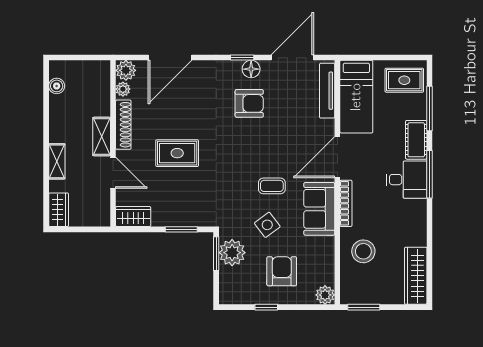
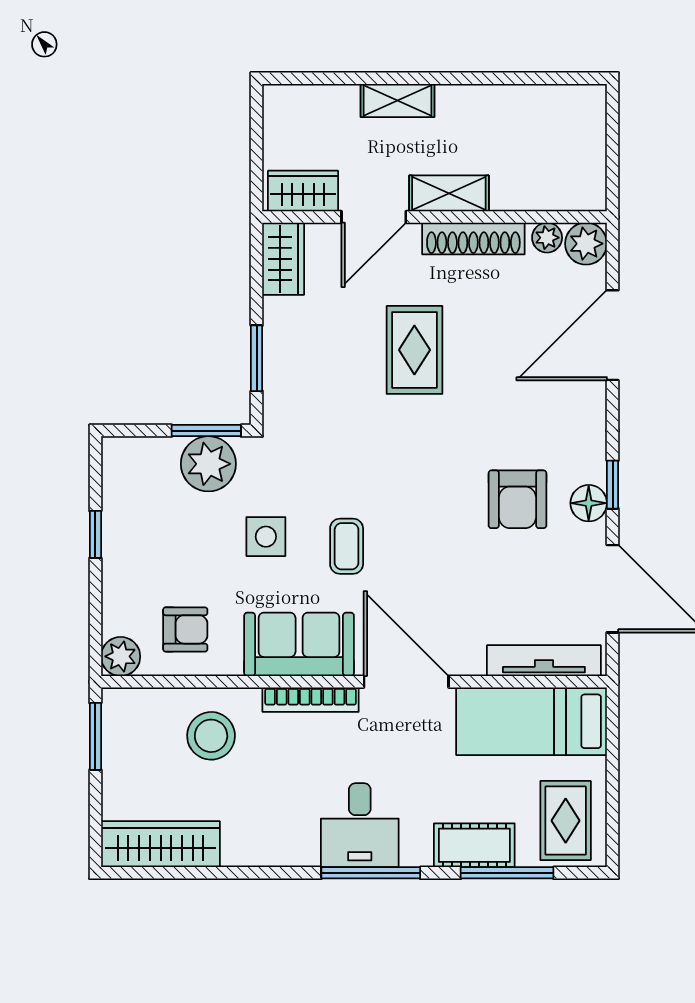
door: (170, 58) -> (613, 335), hinge flipped
boiler: (57, 86) -> (554, 100), removed
cot: (416, 140) -> (474, 845), moved
wardrobe: (59, 210) -> (303, 191), moved, turned 180
side table: (267, 225) -> (266, 537), turned 37
armchair: (282, 271) -> (185, 629), moved, width x0.72, depth x0.72

